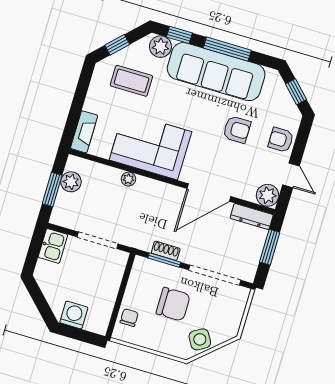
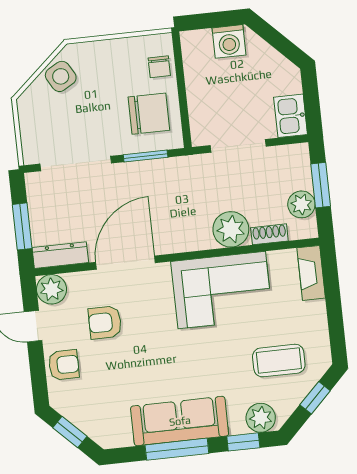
sofa: (216, 72) -> (180, 421), width x0.74, depth x0.79
armchair: (237, 130) -> (105, 322), moved
plant: (128, 179) -> (231, 229), width x1.88, depth x1.88
shoe rack: (166, 251) -> (269, 234), moved, turned 180
chair: (173, 304) -> (149, 114), moved, turned 180

